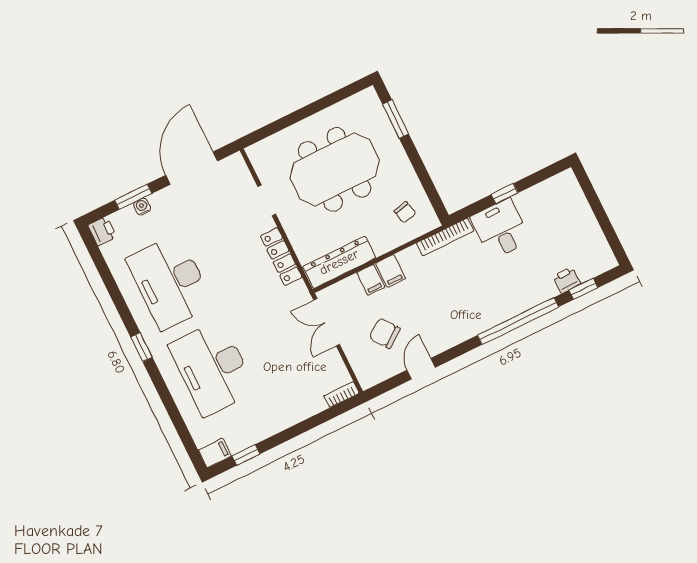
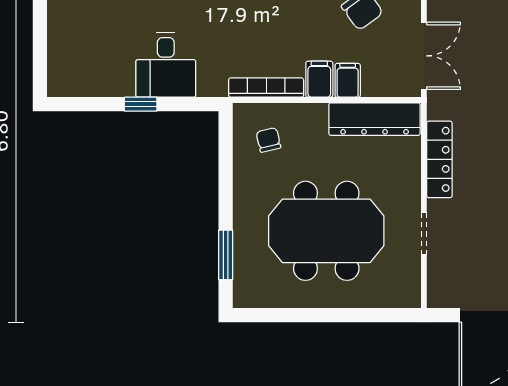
bookcase: (445, 237) -> (266, 88), moved

